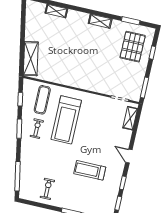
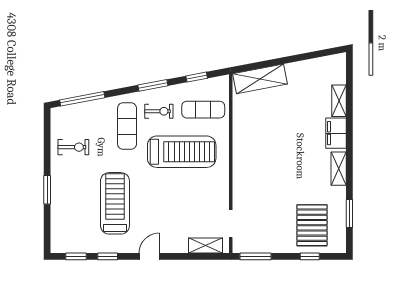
filing cabinet: (77, 18) -> (336, 133), added
pallet: (133, 47) -> (312, 225), turned 90
treadmill: (66, 120) -> (182, 152), turned 180
exercise mat: (42, 151) -> (127, 126), added
treadmill: (90, 170) -> (115, 203), width x1.37, depth x1.38

